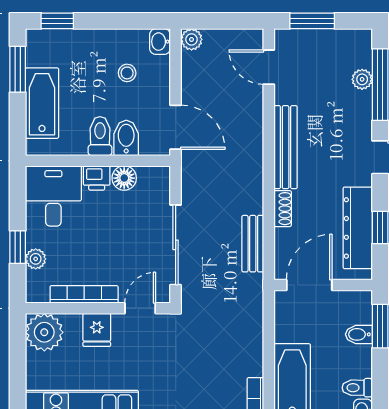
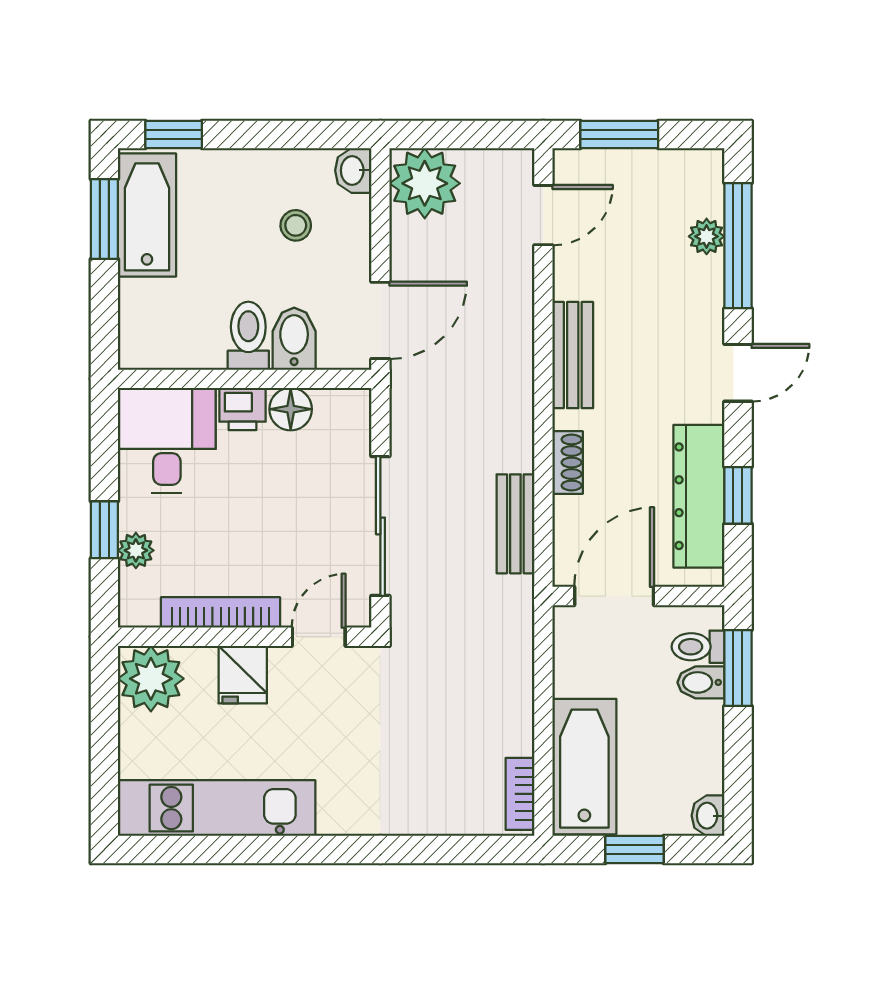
plant: (191, 39) -> (425, 183), width x1.87, depth x1.87
door: (269, 67) -> (543, 215), swing flipped
bathtub: (42, 103) -> (147, 215), moved
door: (176, 127) -> (380, 320), hinge flipped
bench: (286, 147) -> (573, 355), width x0.73
toilet: (357, 388) -> (698, 647), moved

